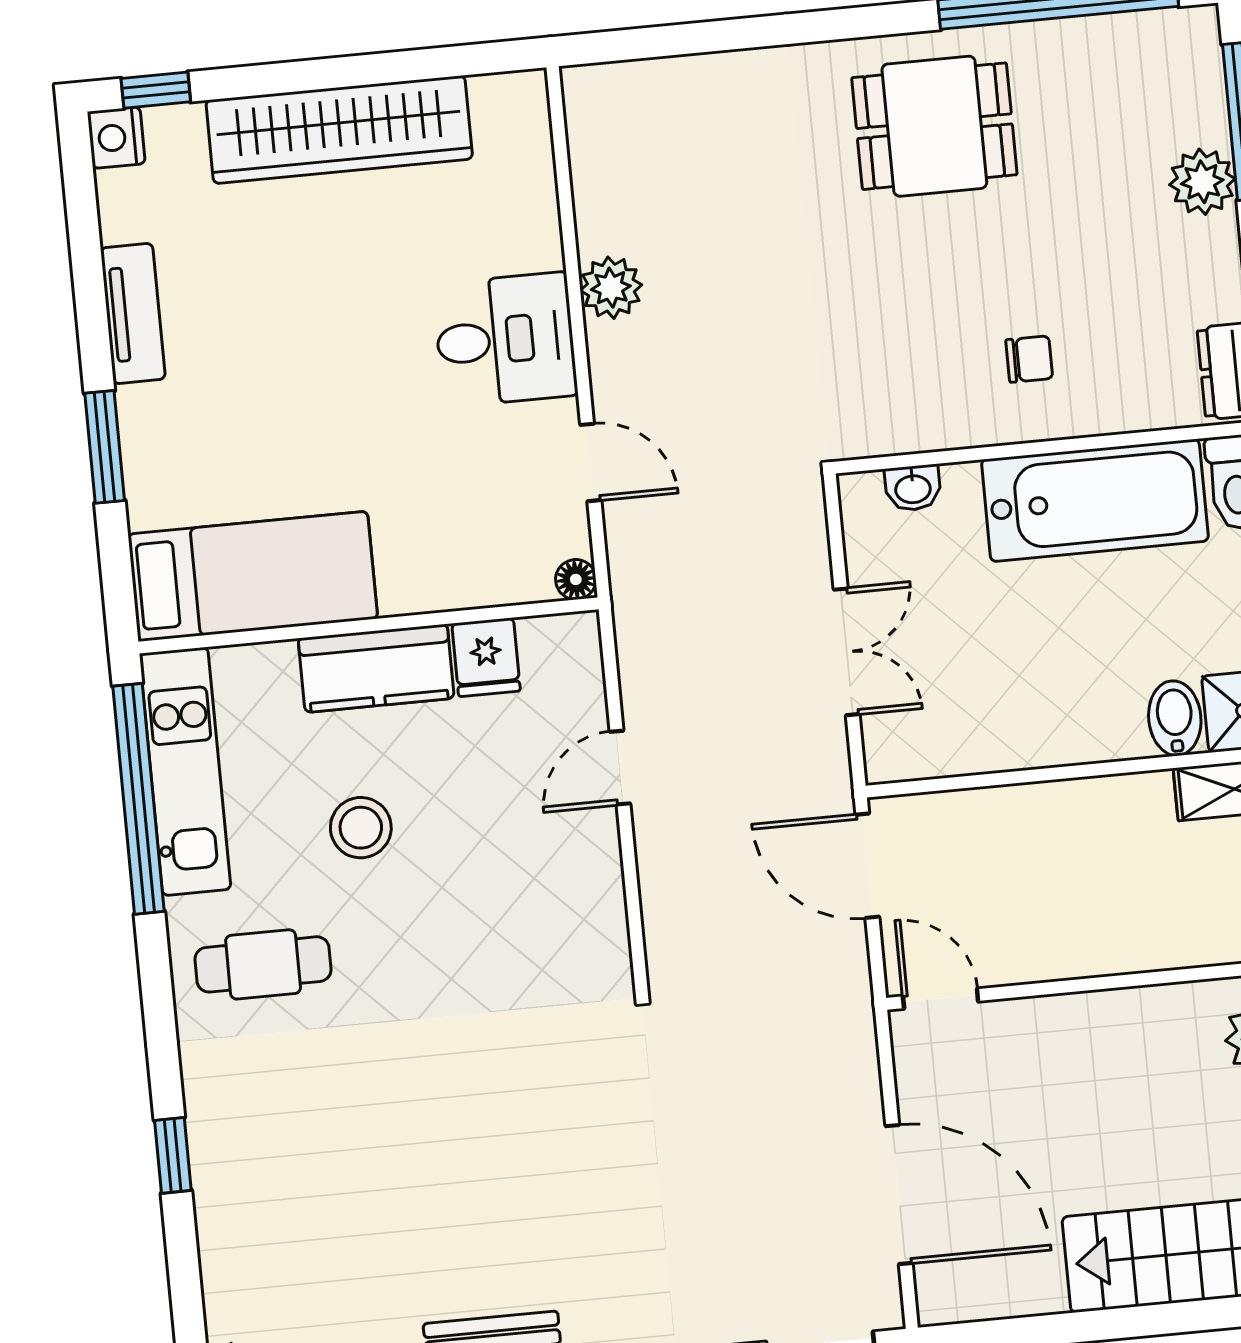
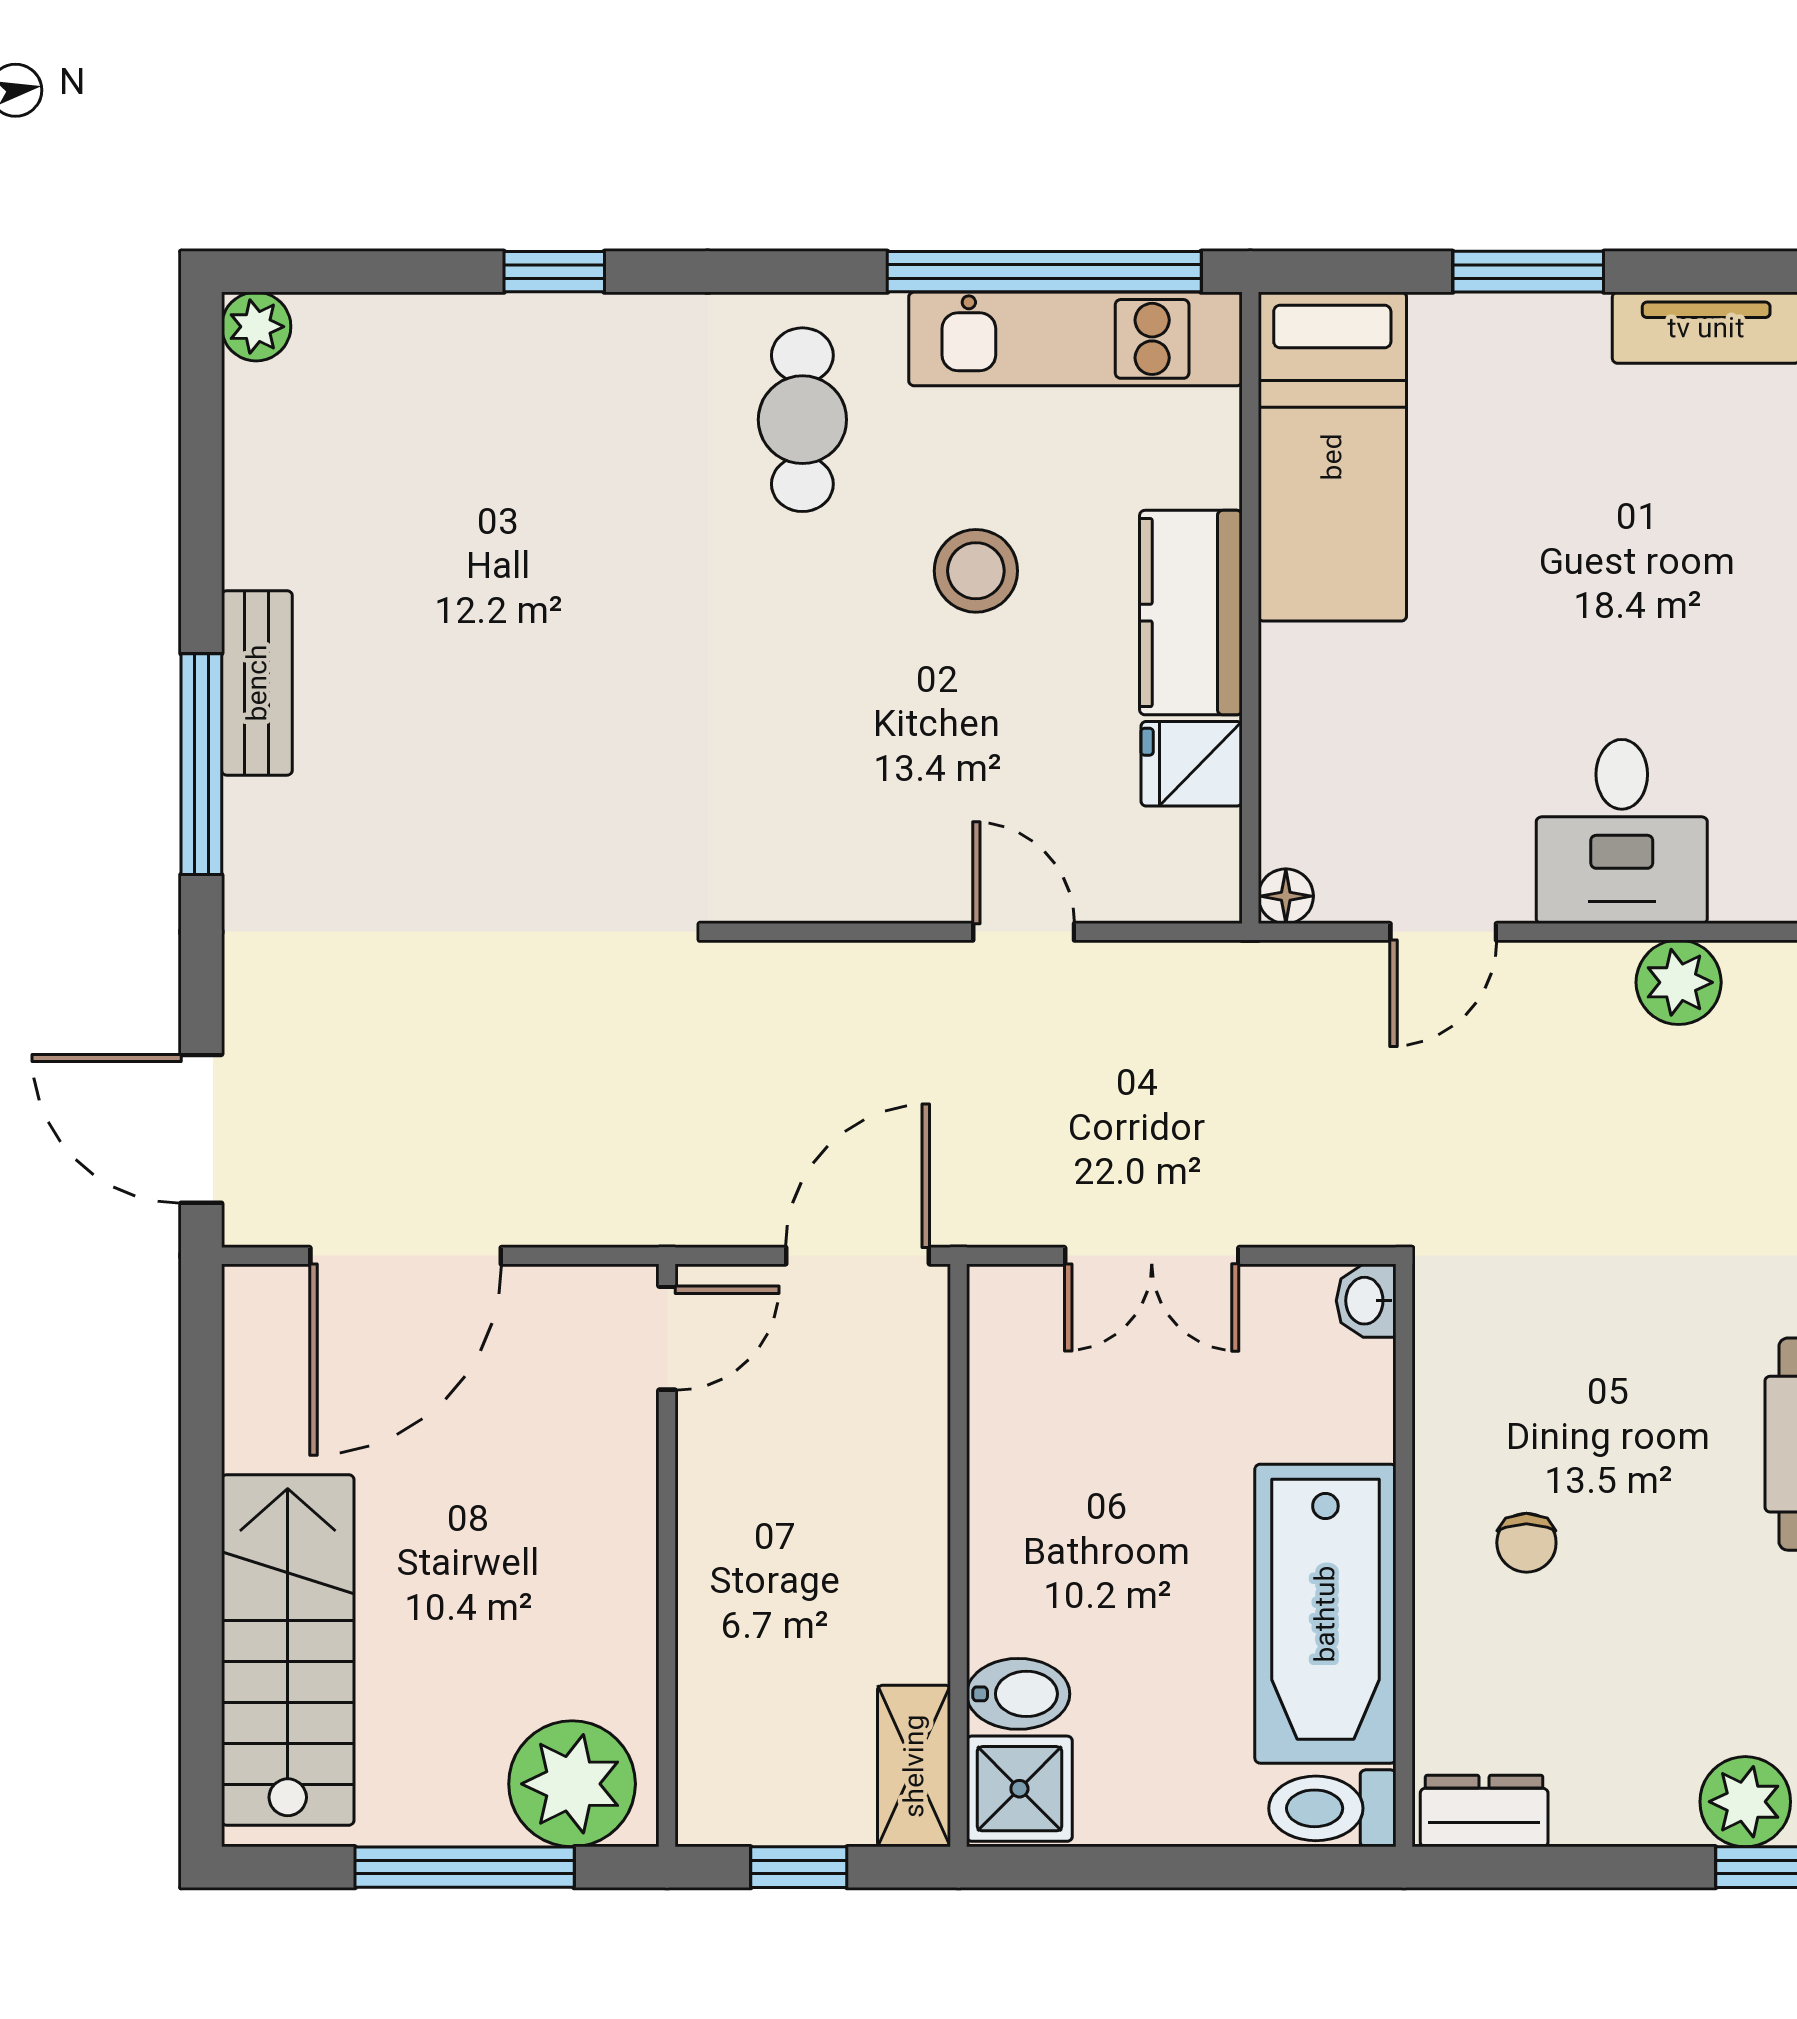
washbasin: (913, 488) -> (1366, 1301), moved

